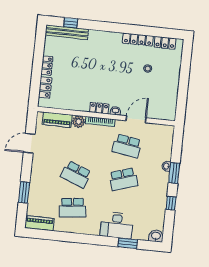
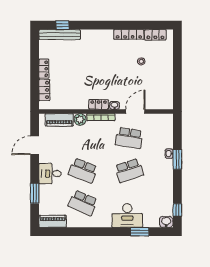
desk: (42, 174) -> (50, 174), added
window: (171, 203) -> (177, 210), moved
school desk: (72, 208) -> (83, 203), turned 30

